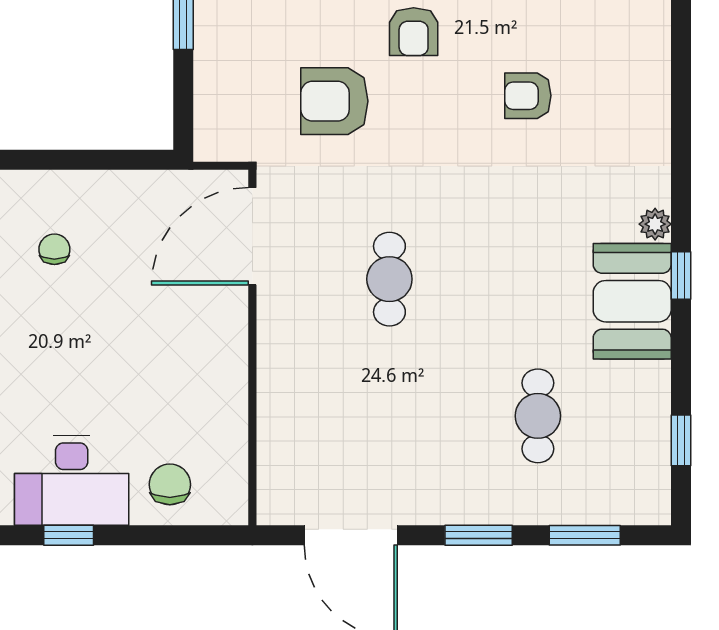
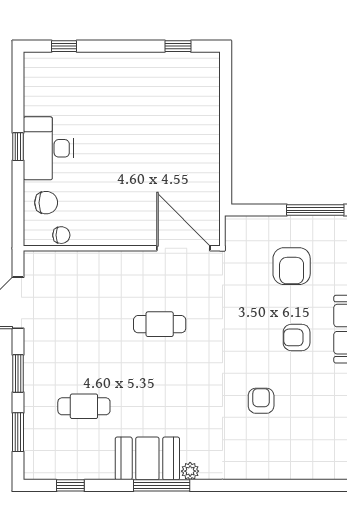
armchair: (334, 101) -> (292, 266), moved, turned 180
chair: (54, 249) -> (61, 235), moved
window: (681, 276) -> (162, 485), width x2.17

